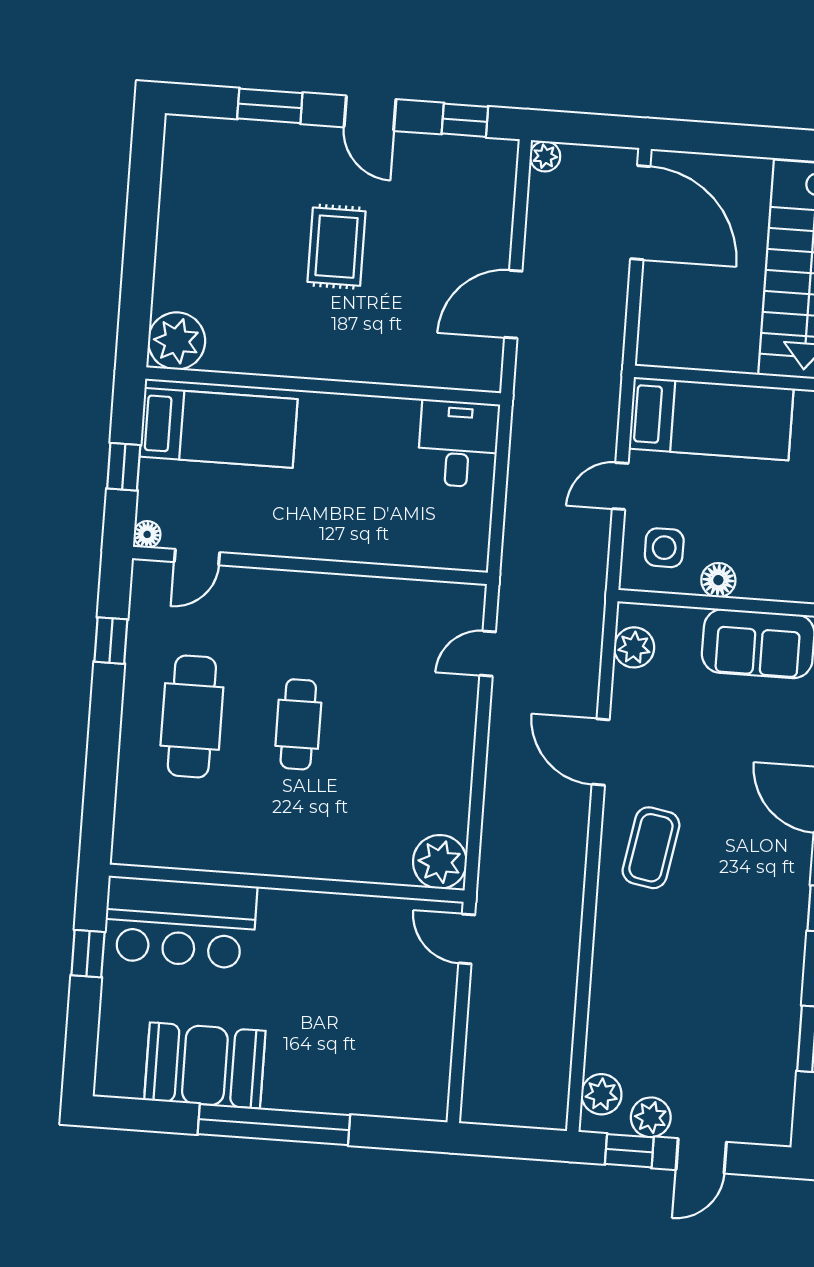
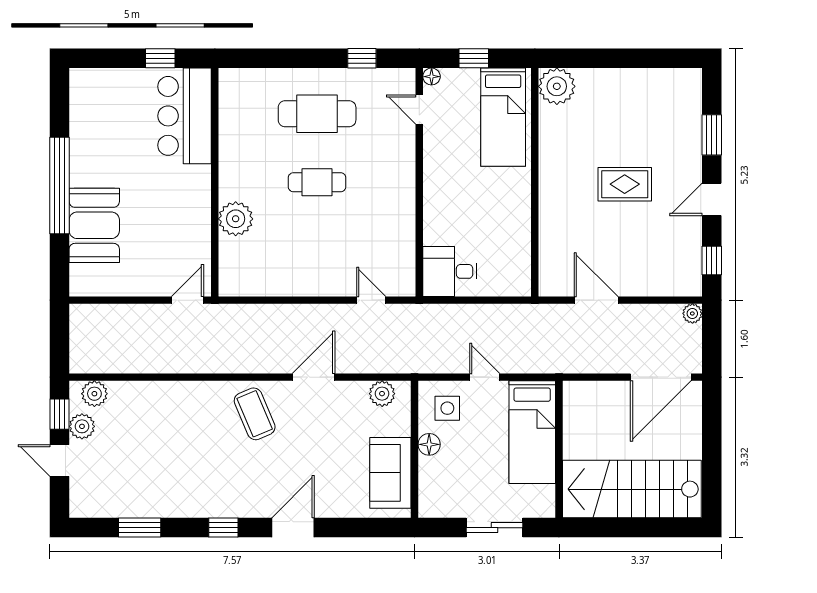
desk: (458, 444) -> (450, 271), moved, turned 180
coffee table: (651, 848) -> (255, 414), turned 57
plant: (440, 862) -> (236, 219), moved
booth: (205, 1065) -> (94, 225), moved

